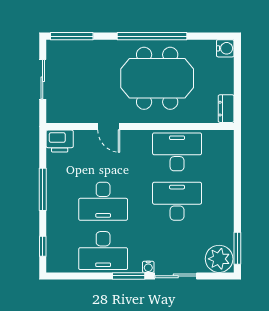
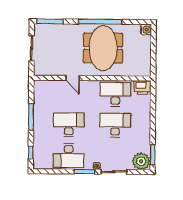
meeting table: (157, 78) -> (103, 48), turned 90
dresser: (226, 109) -> (146, 67), removed
printer: (60, 141) -> (142, 88), moved
desk: (103, 201) -> (69, 125), turned 180

